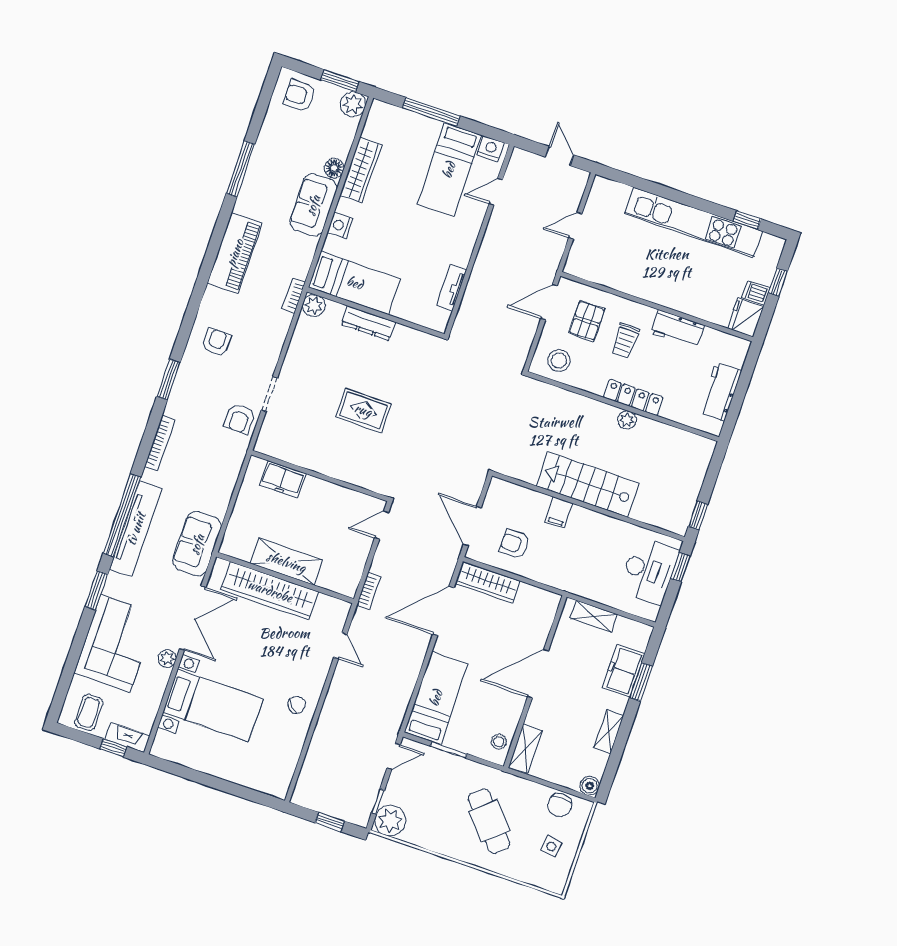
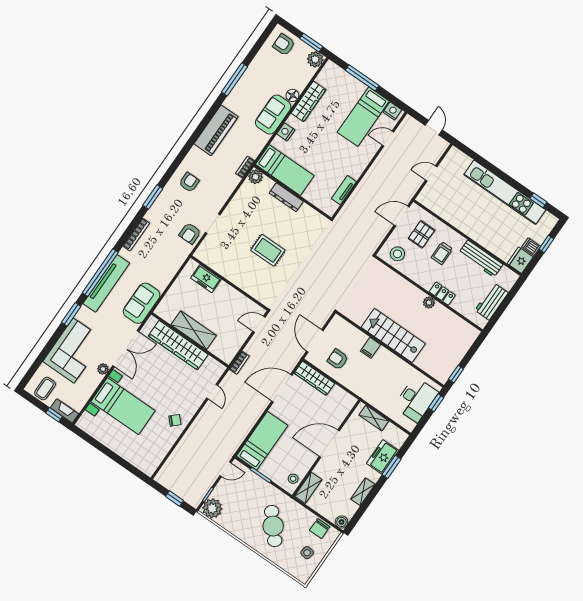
workbench: (677, 329) -> (481, 259), width x1.38
locker: (633, 397) -> (442, 294), width x0.66

